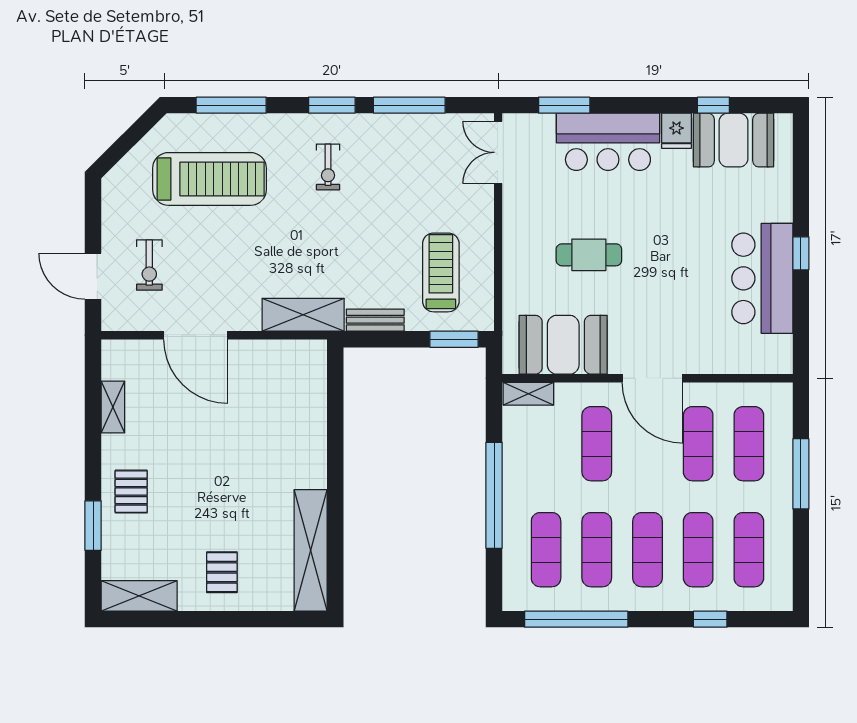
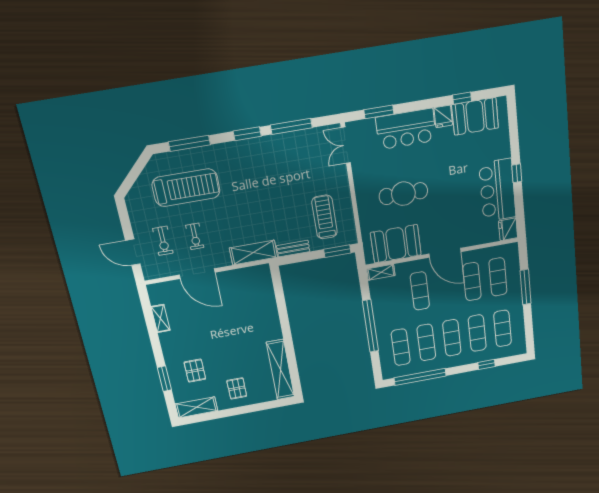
exercise bike: (328, 167) -> (195, 236), moved
cafe table: (589, 255) -> (403, 194), width x1.37, depth x1.35
fridge: (776, 355) -> (508, 229), added
pallet: (131, 492) -> (195, 371), moved

